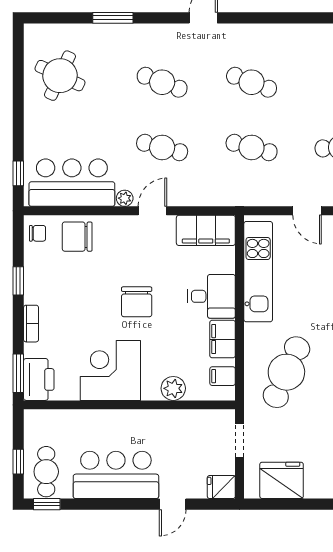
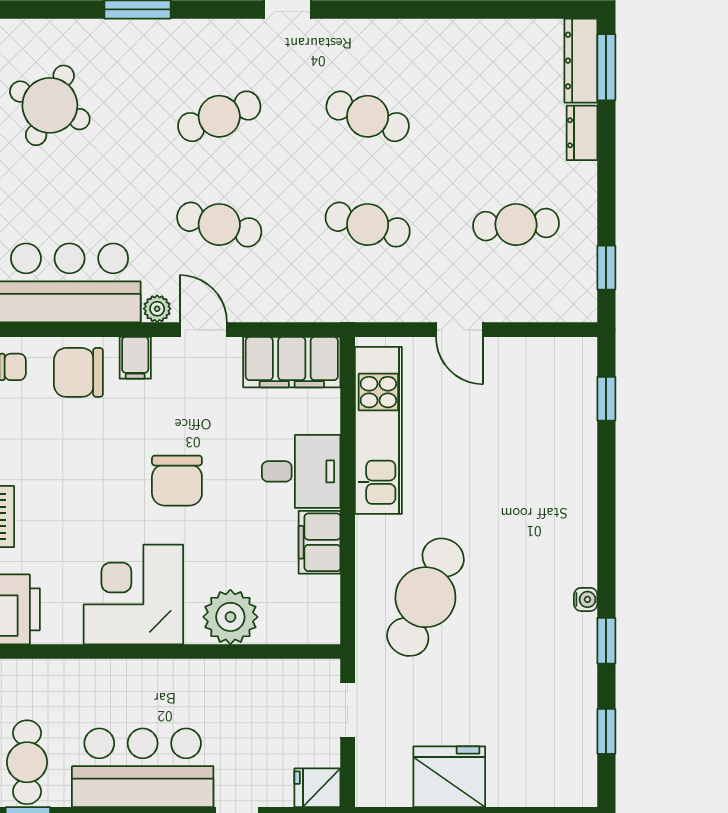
cafe table: (162, 82) -> (219, 116), turned -42
door: (152, 211) -> (203, 330), hinge flipped
filing cabinet: (223, 376) -> (135, 358), moved, turned -90
plant: (173, 388) -> (230, 617), width x1.36, depth x1.36
fridge: (282, 480) -> (449, 777), moved

